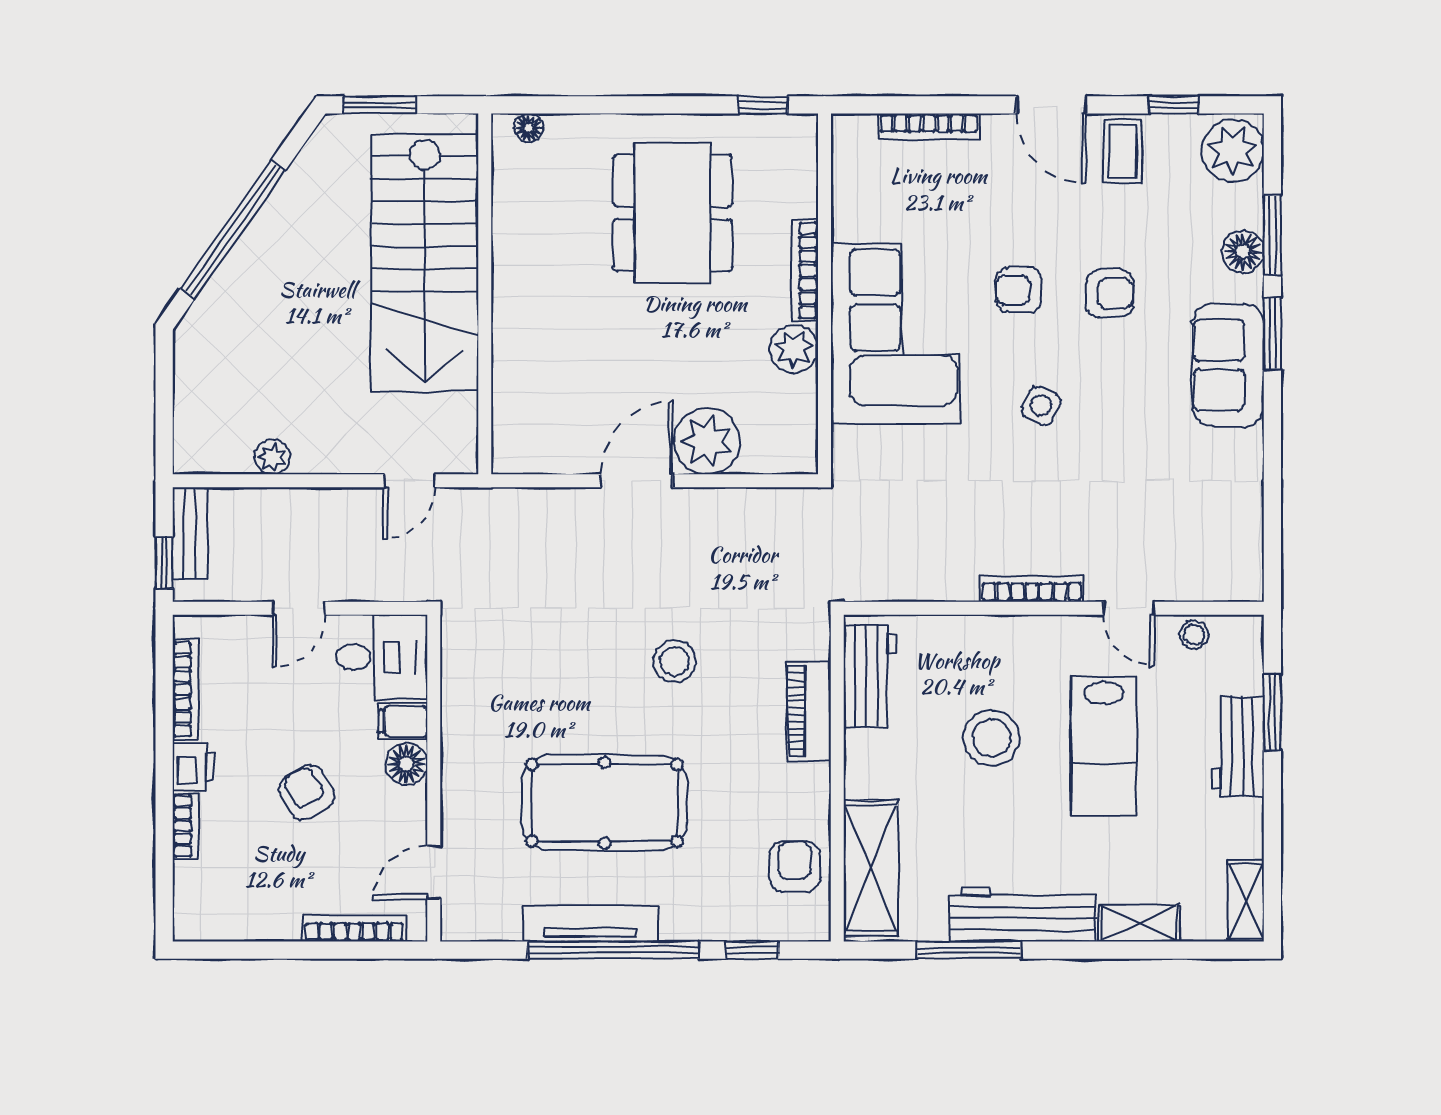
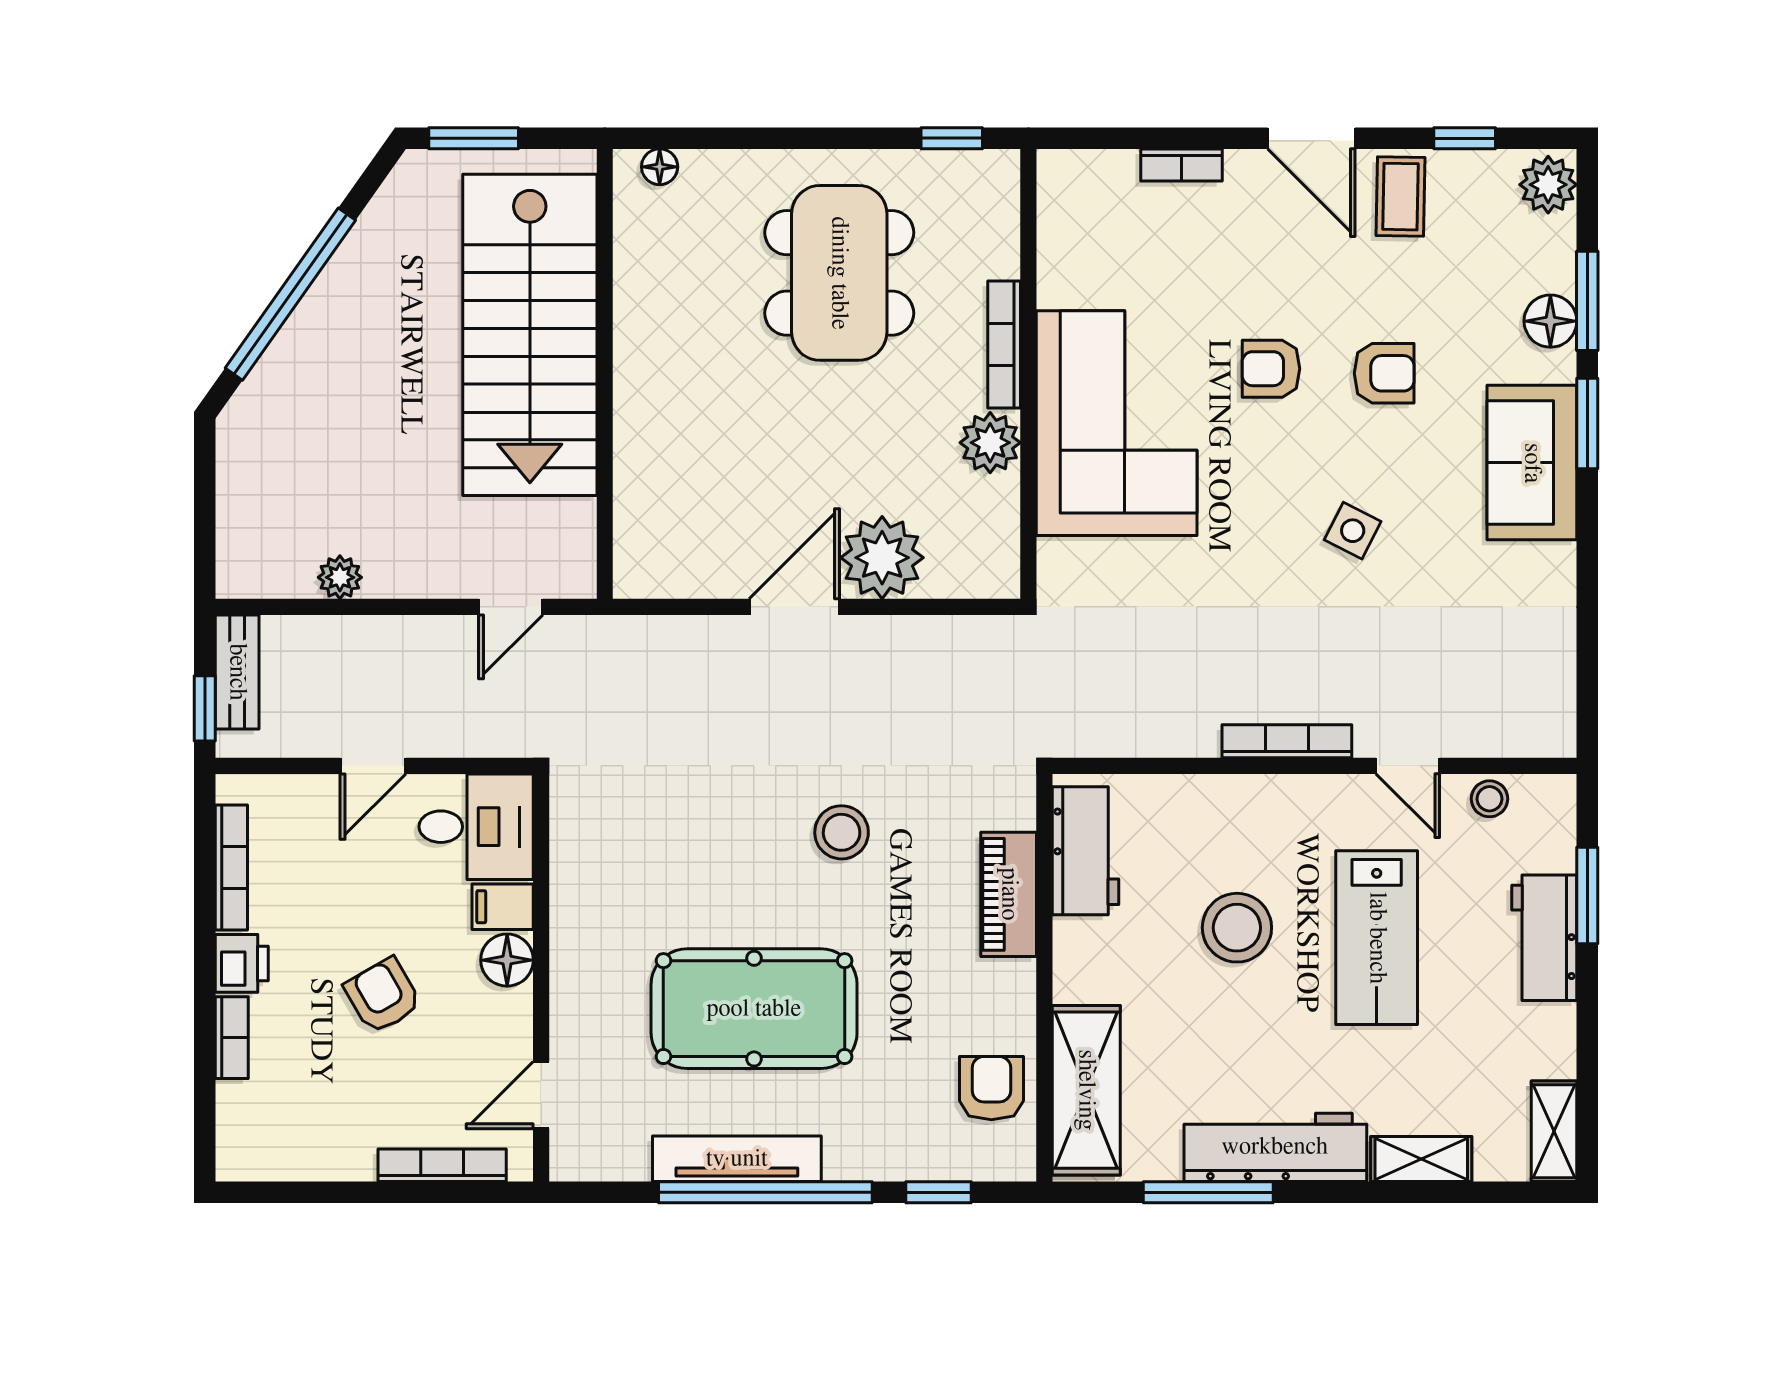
bookcase: (929, 126) -> (1181, 165), width x0.64
plant: (1233, 150) -> (1548, 185), width x0.73, depth x0.73
side table: (1041, 406) -> (1353, 531), moved

